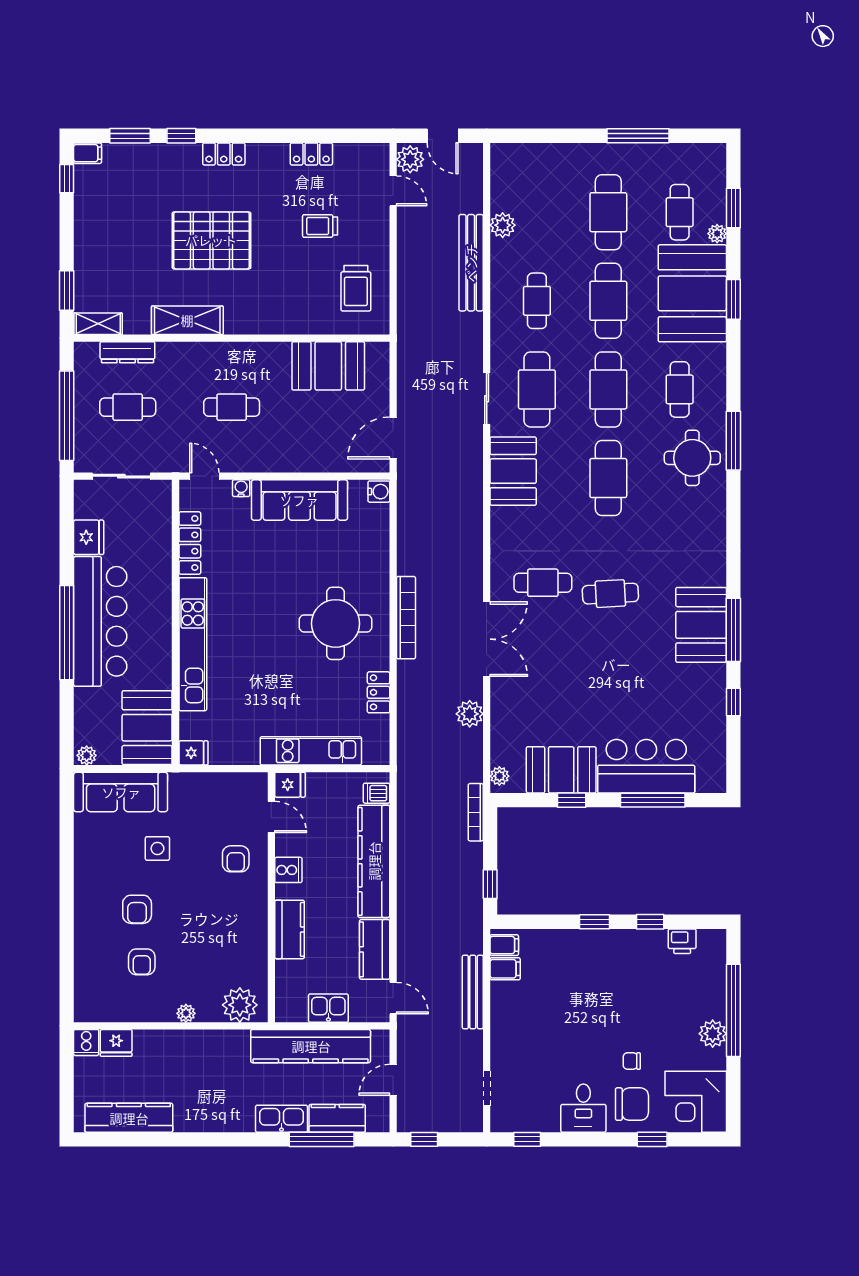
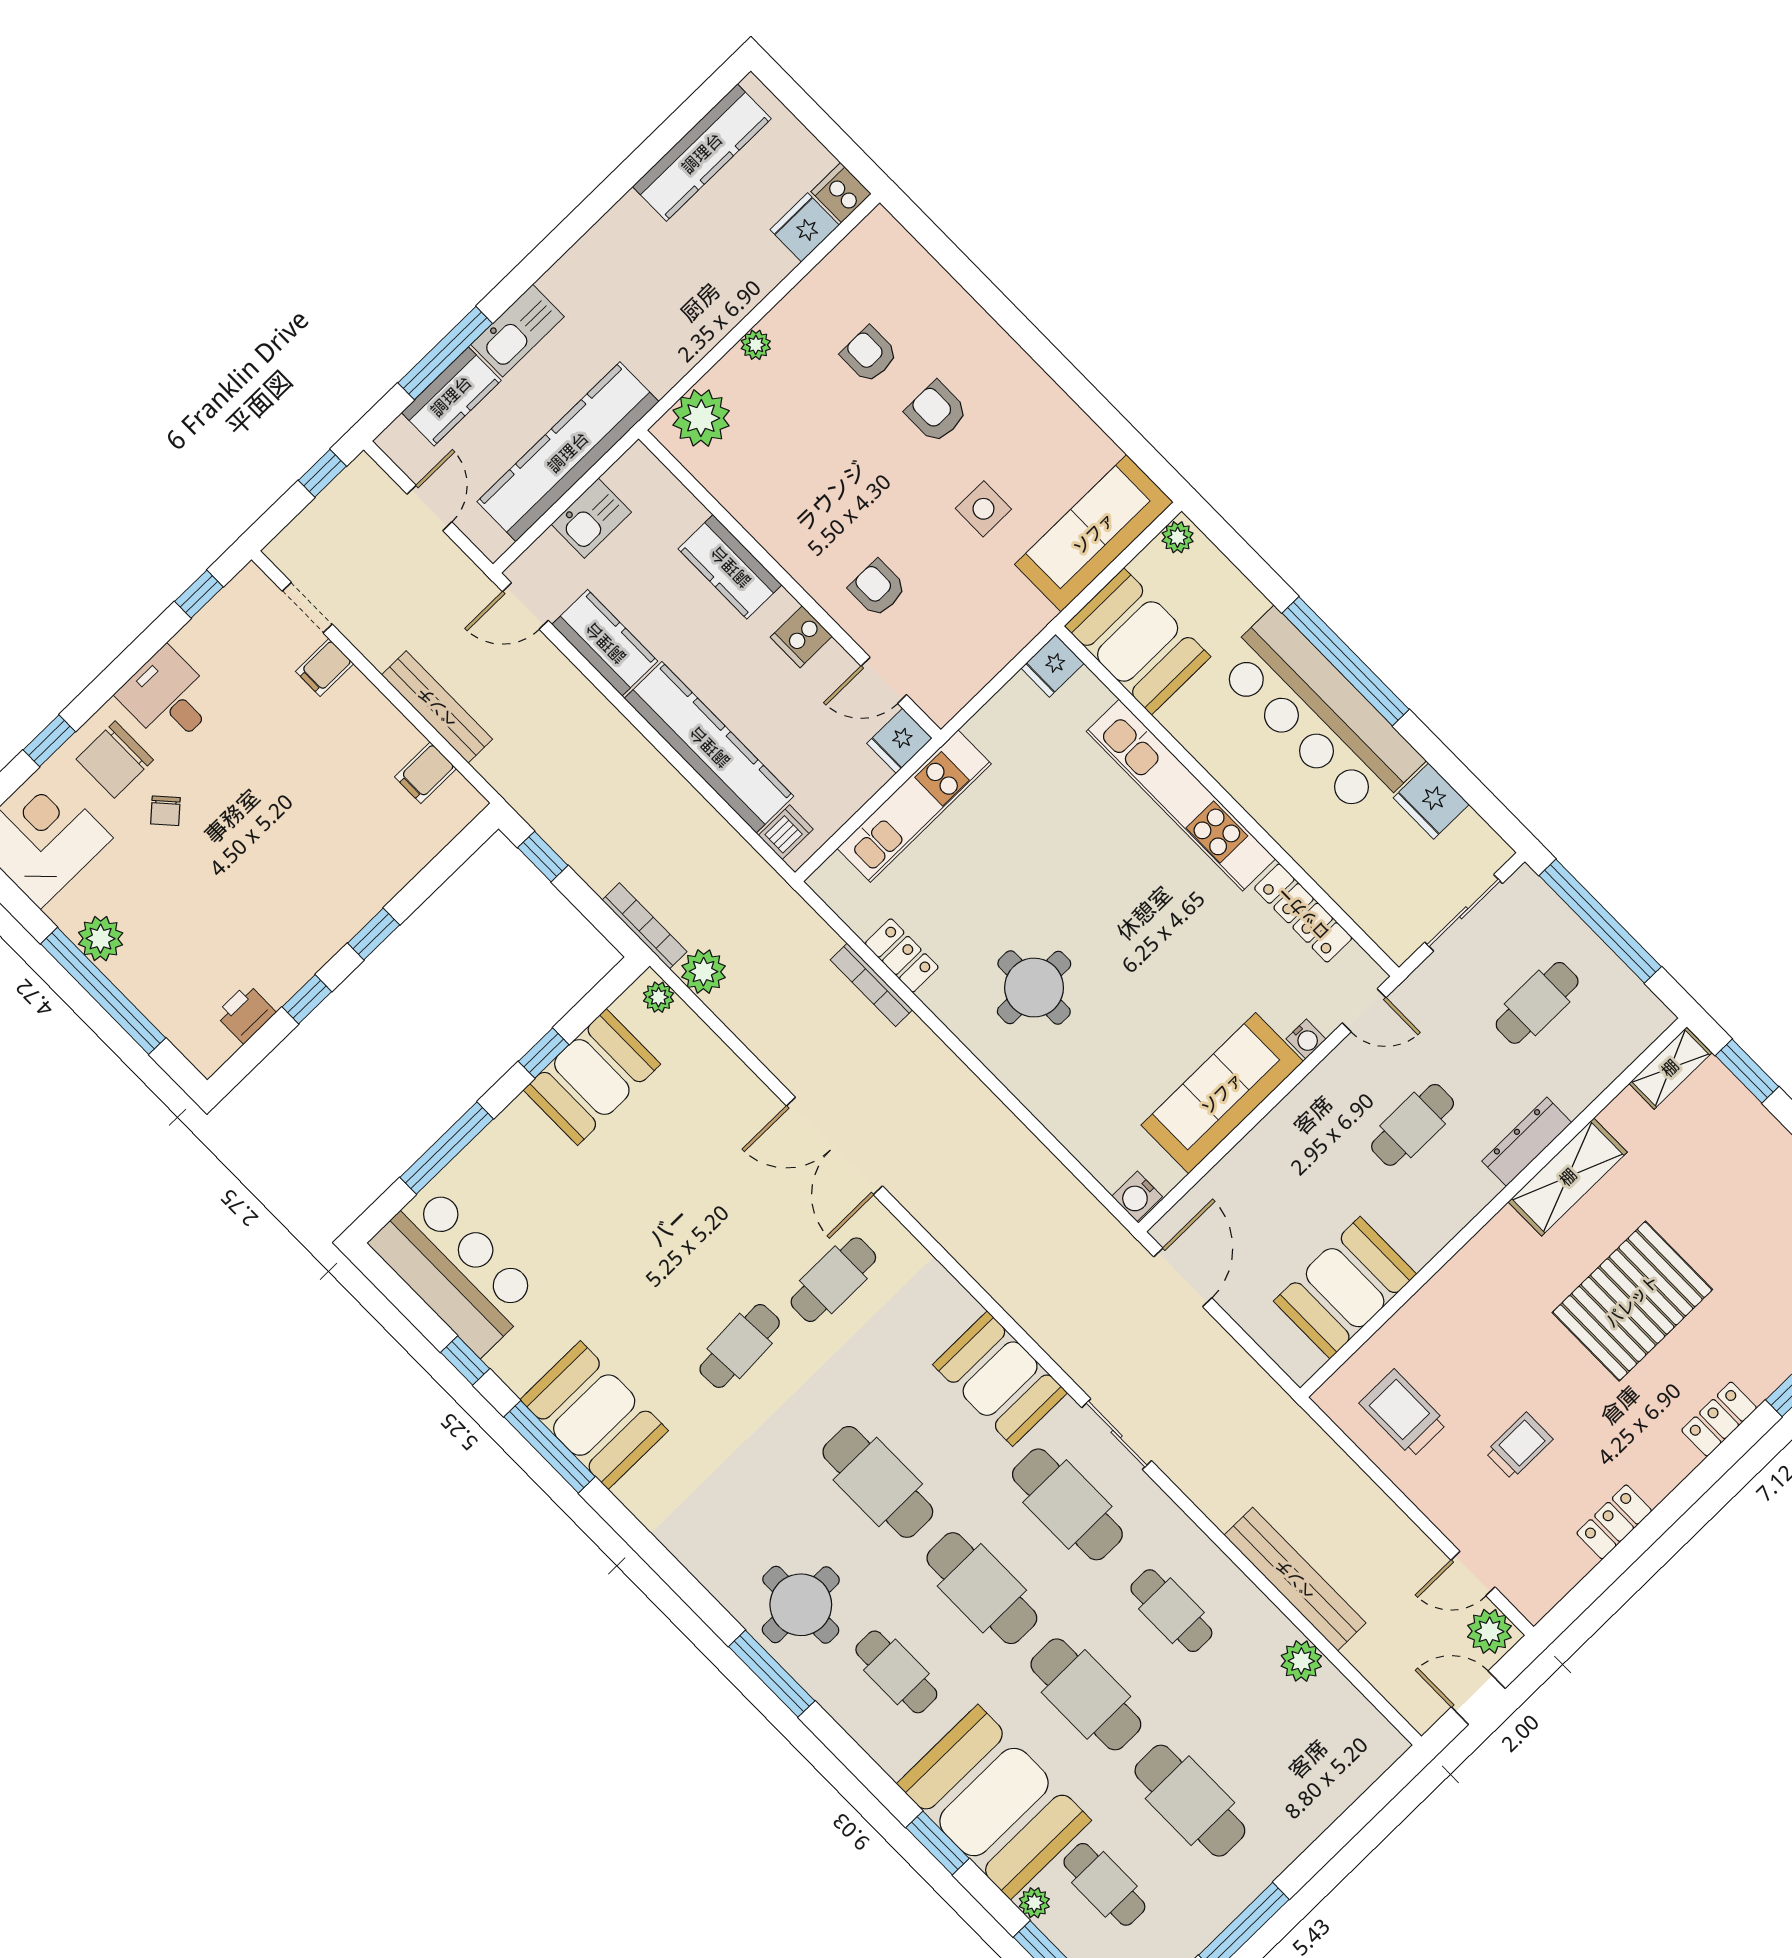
dresser: (127, 352) -> (1527, 1142), moved
bookcase: (406, 618) -> (871, 985), moved, width x0.68, depth x0.76
round table: (336, 623) -> (1034, 988), width x0.73, depth x0.73
plant: (470, 714) -> (704, 972), moved
bar counter: (646, 766) -> (456, 1269), moved, turned -90
filing cabinet: (504, 945) -> (325, 667), moved
chair: (632, 1061) -> (165, 811), turned 138

